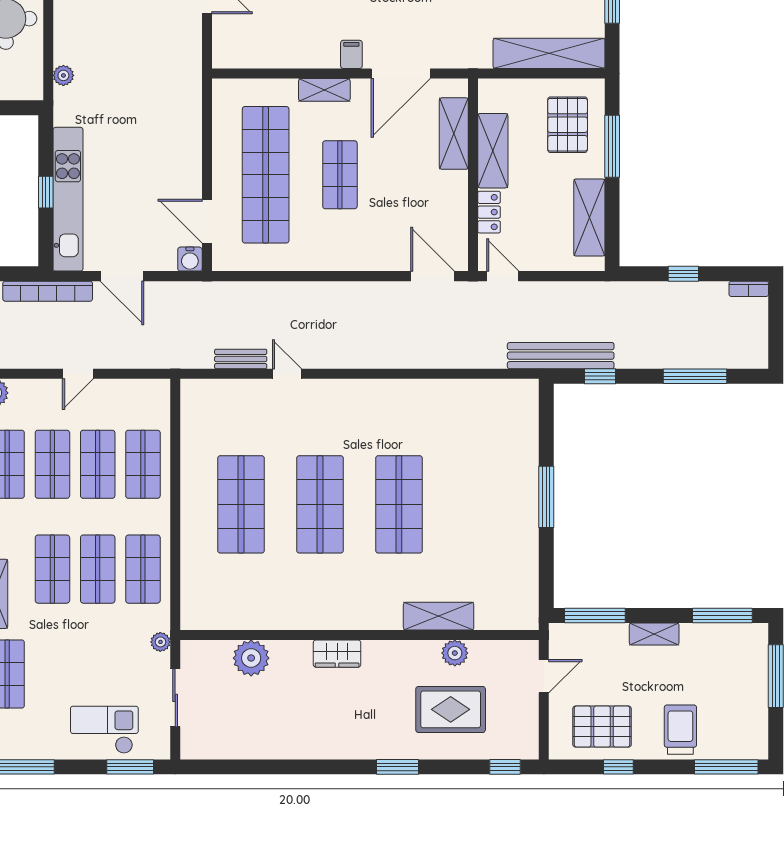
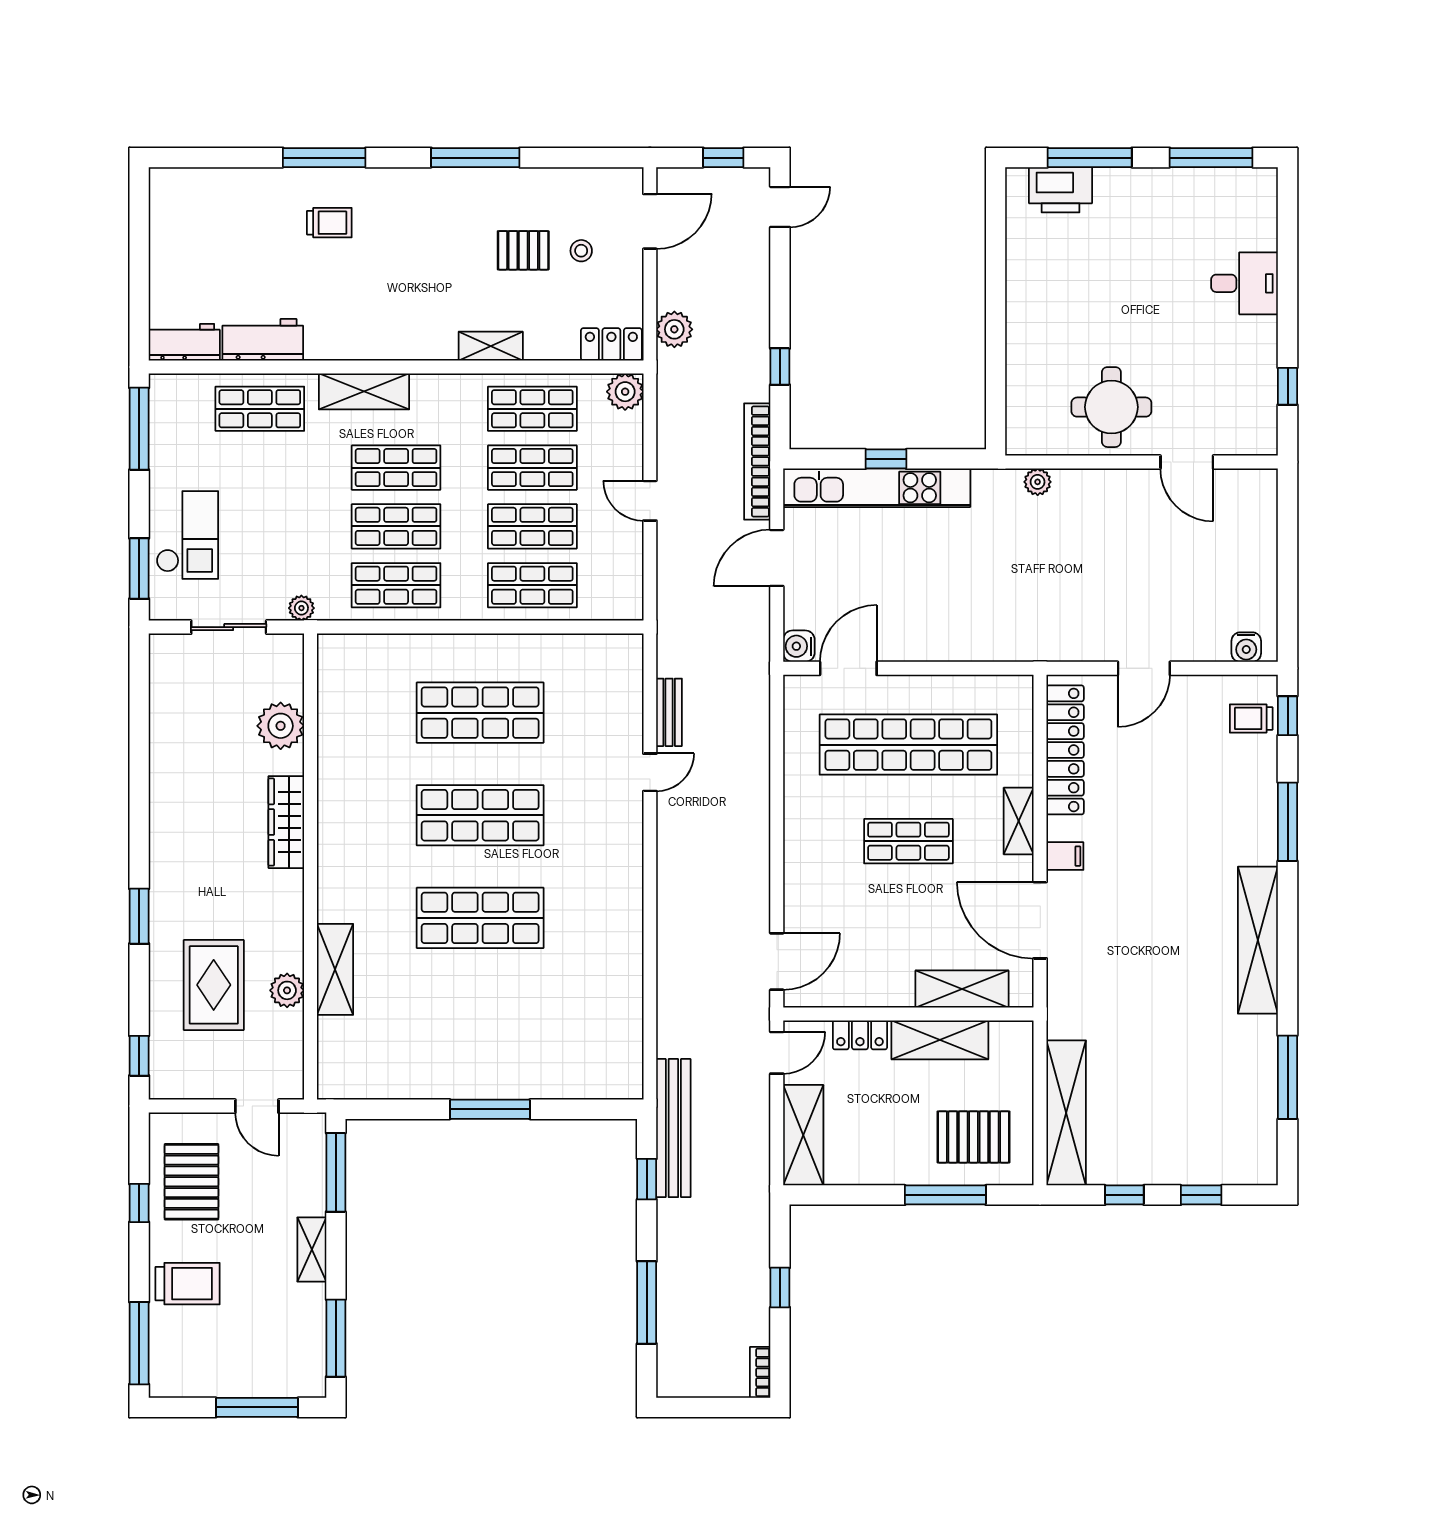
locker: (270, 54) -> (1065, 750), added
shelving: (589, 218) -> (803, 1135), moved, turned 90
wardrobe: (337, 654) -> (286, 822), width x1.50

